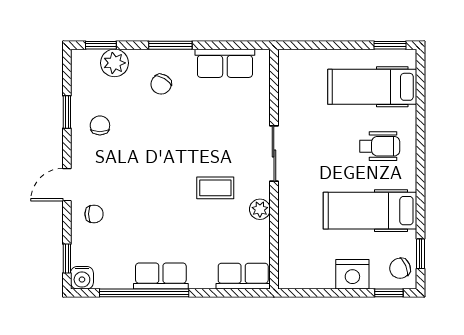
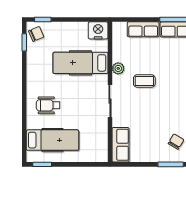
row of seats: (225, 63) -> (121, 145), moved, turned 90
hospital bed: (370, 211) -> (80, 63), moved, turned 180
nightstand: (352, 274) -> (98, 30), moved
row of seats: (243, 276) -> (143, 29), moved

